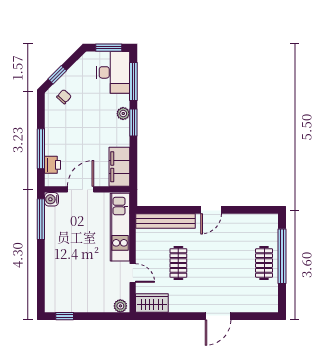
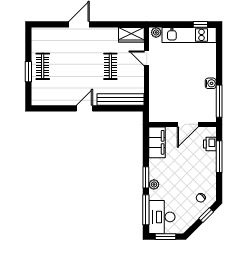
water cooler: (51, 199) -> (211, 83), moved
kitchen unit: (120, 227) -> (189, 35), moved, turned 90
window: (282, 256) -> (28, 72), width x0.47

